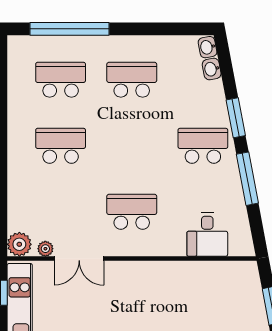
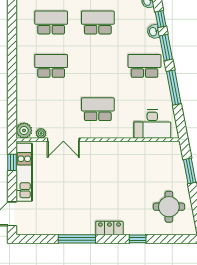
washbasin: (212, 69) -> (153, 32), moved
window: (227, 74) -> (161, 19), added
desk: (207, 235) -> (152, 124), width x1.37

